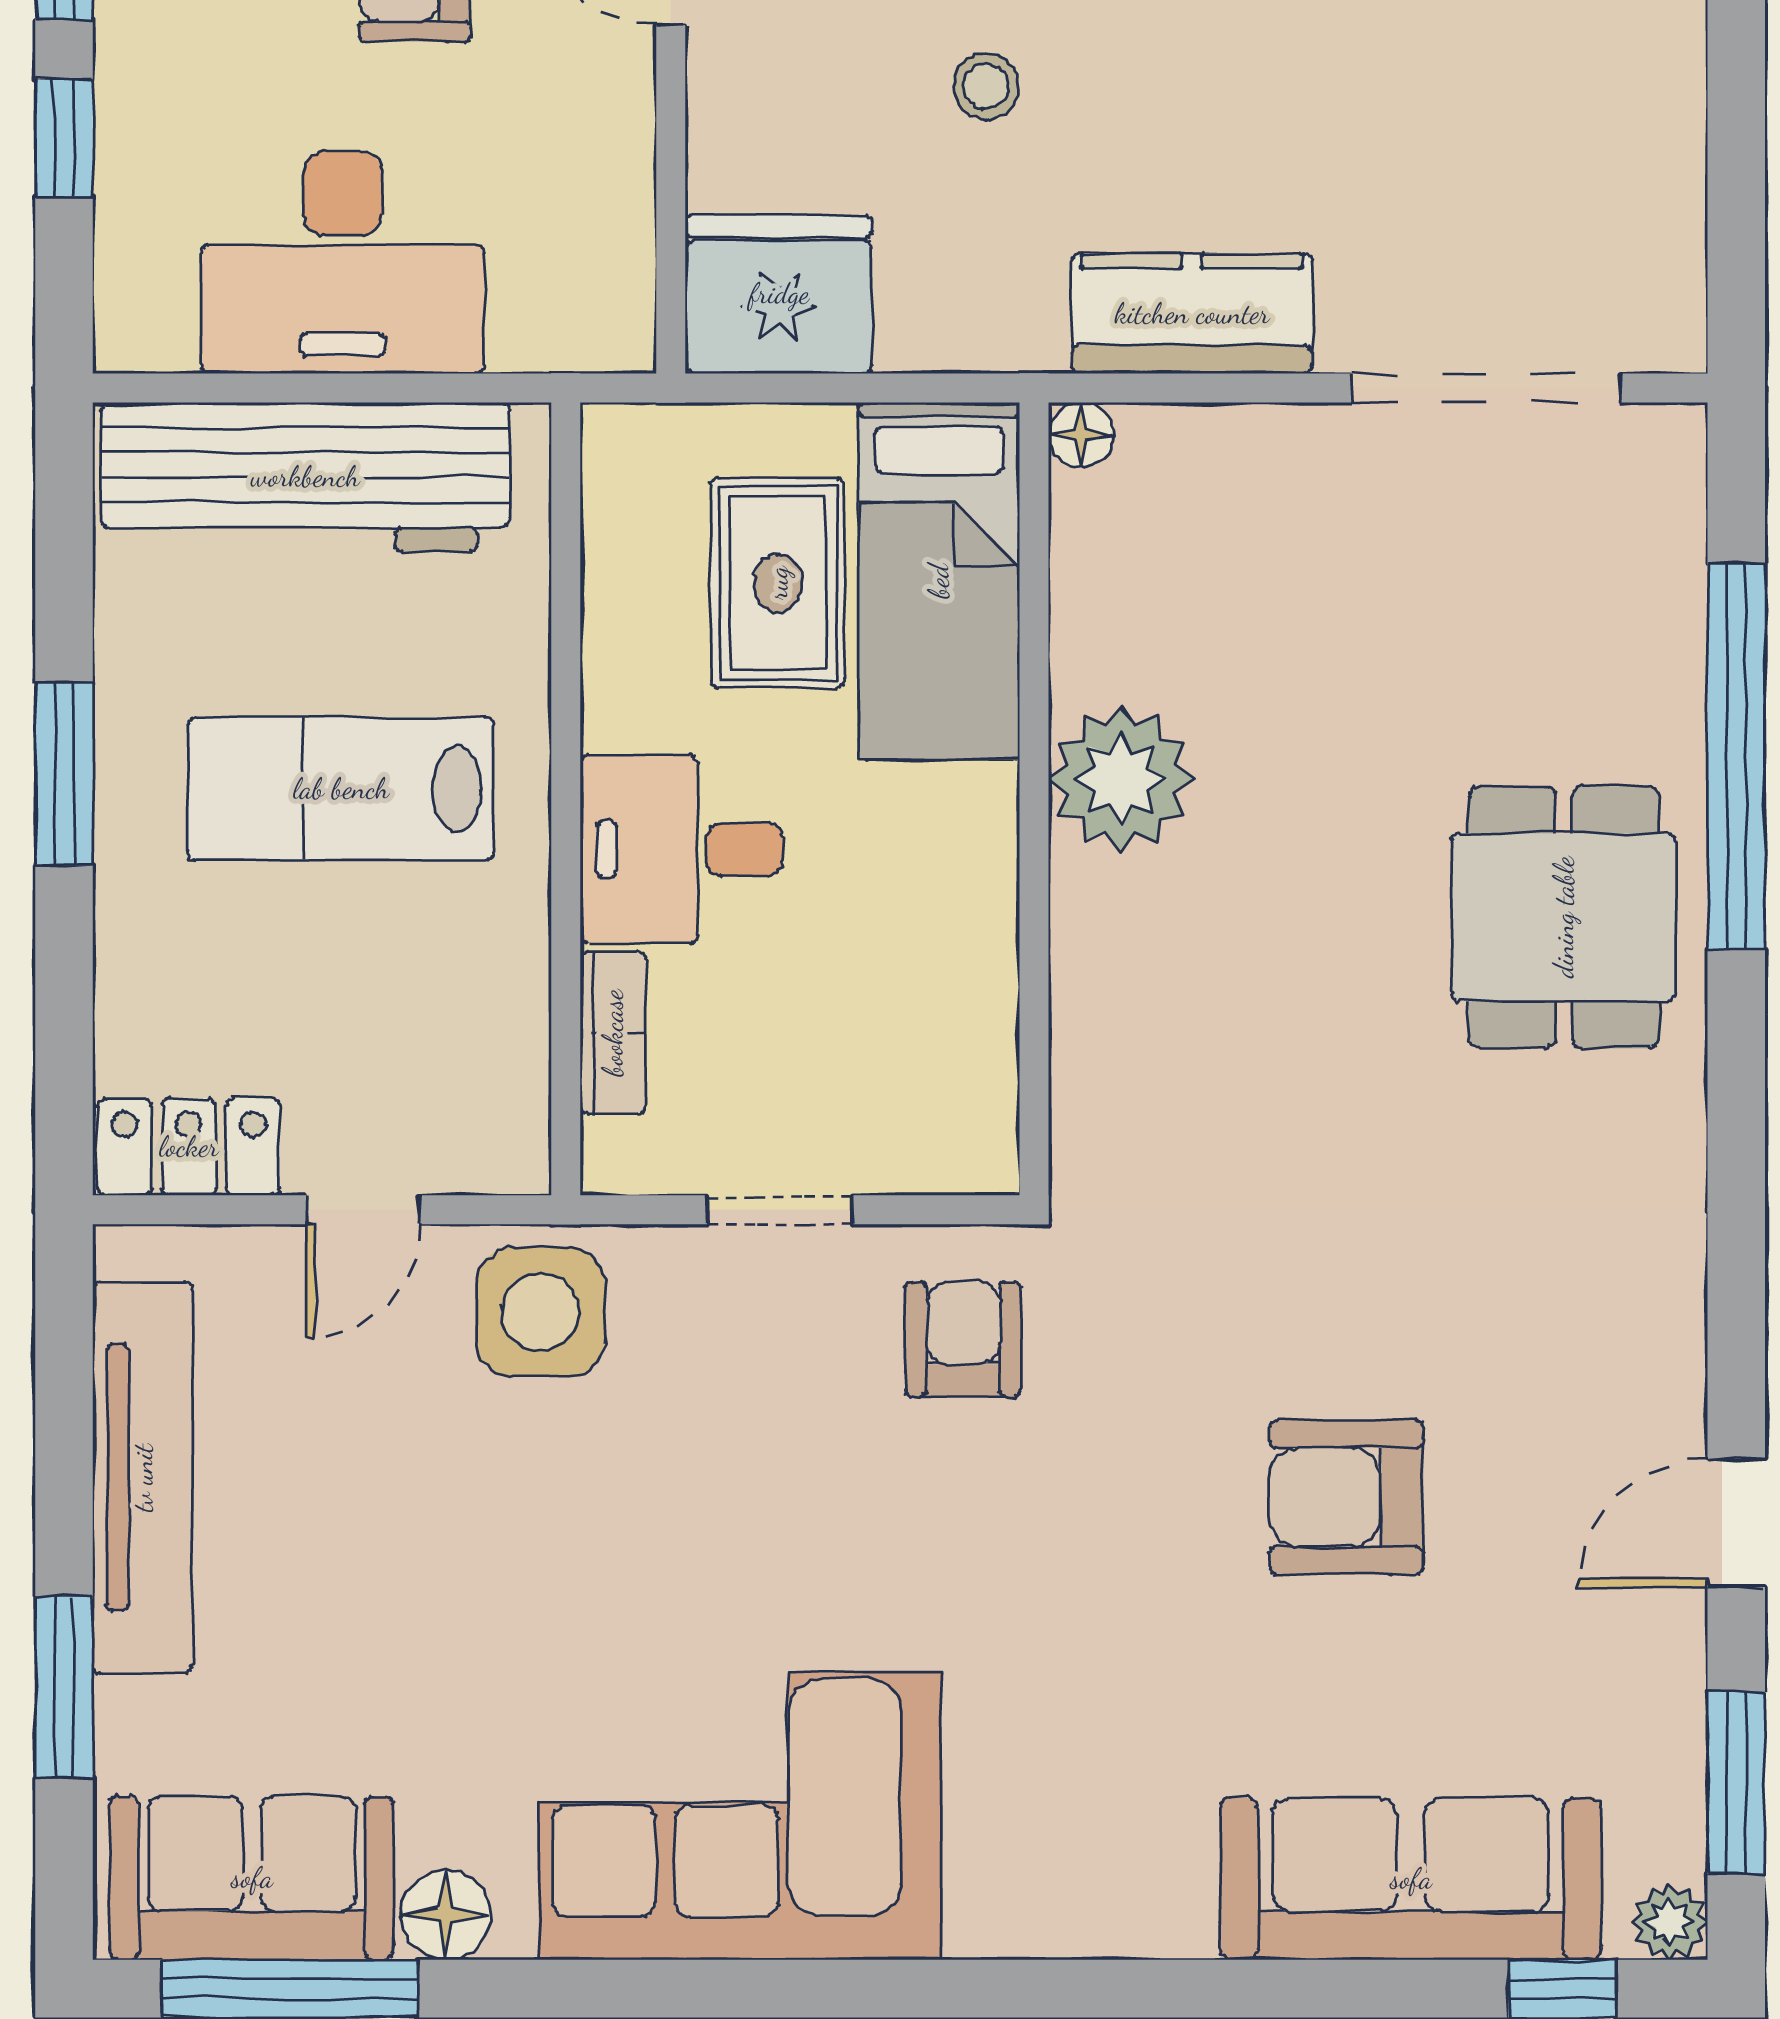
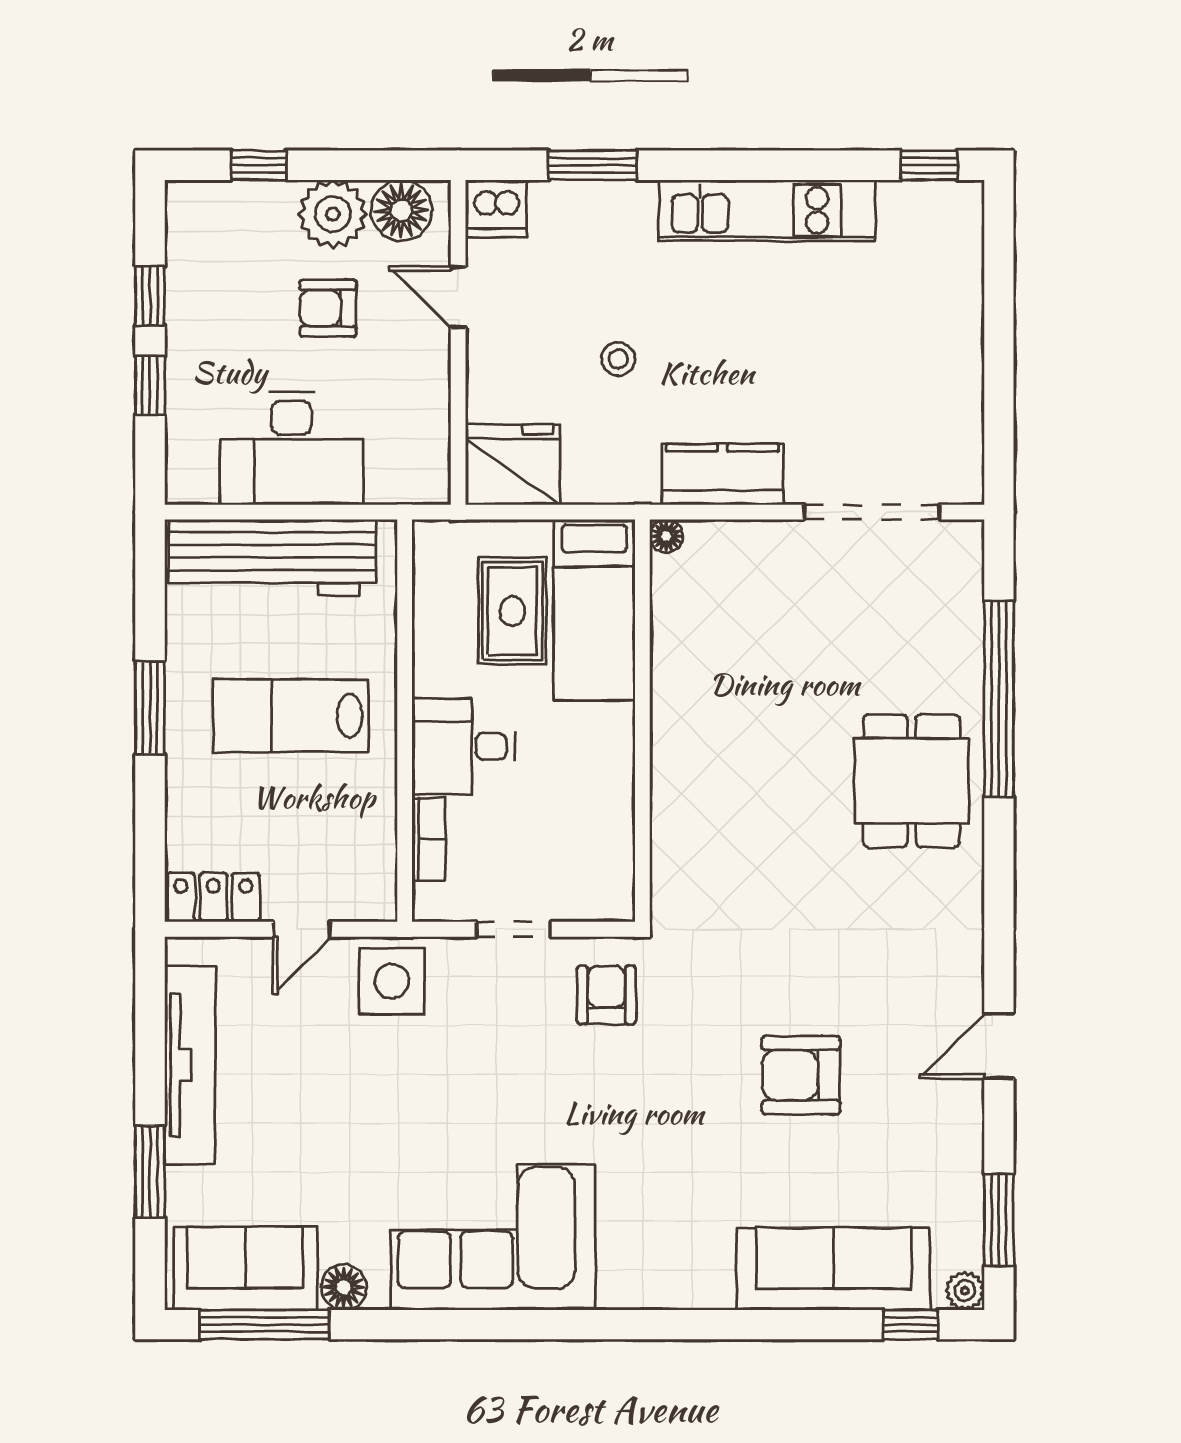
plant: (1121, 779) -> (686, 711), removed
door: (1736, 1523) -> (999, 1046), moved

